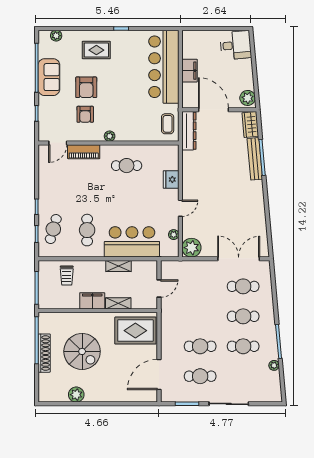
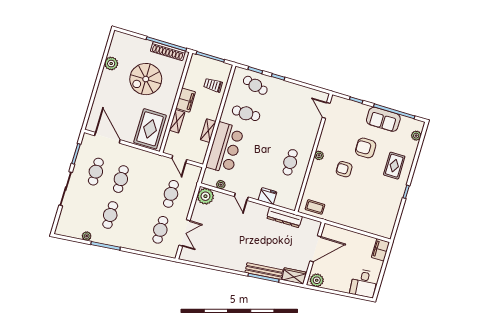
bar counter: (164, 67) -> (364, 218), removed
filing cabinet: (190, 71) -> (381, 250), moved, turned 90
armchair: (85, 114) -> (344, 169), moved
dresser: (189, 131) -> (284, 217), moved
piano: (84, 152) -> (312, 130), removed
double door: (239, 259) -> (185, 233), width x0.73
cafe table: (243, 316) -> (171, 194), moved
shoe rack: (44, 353) -> (168, 51), moved

